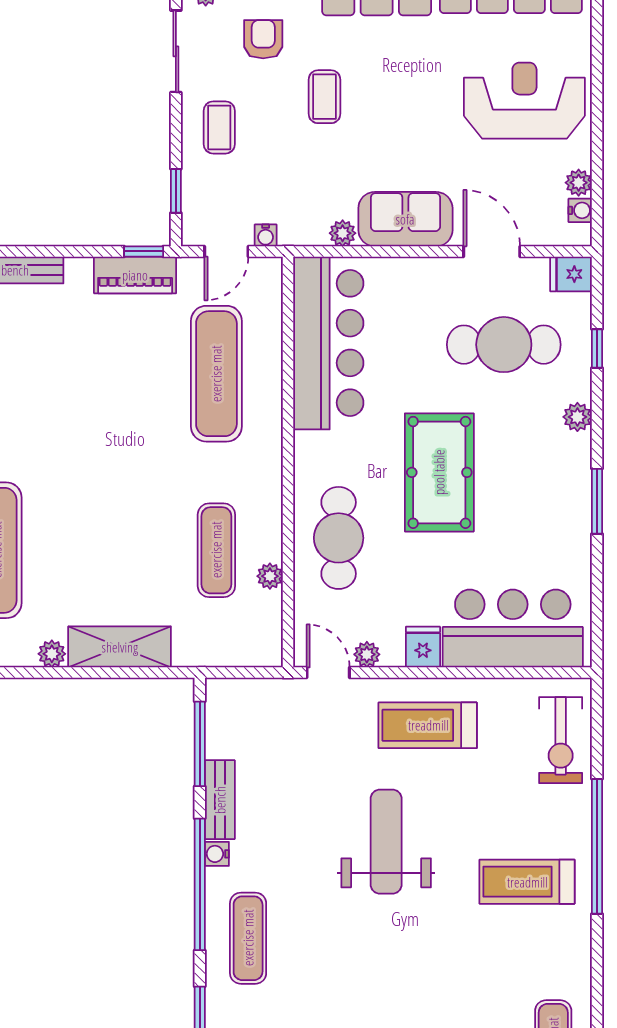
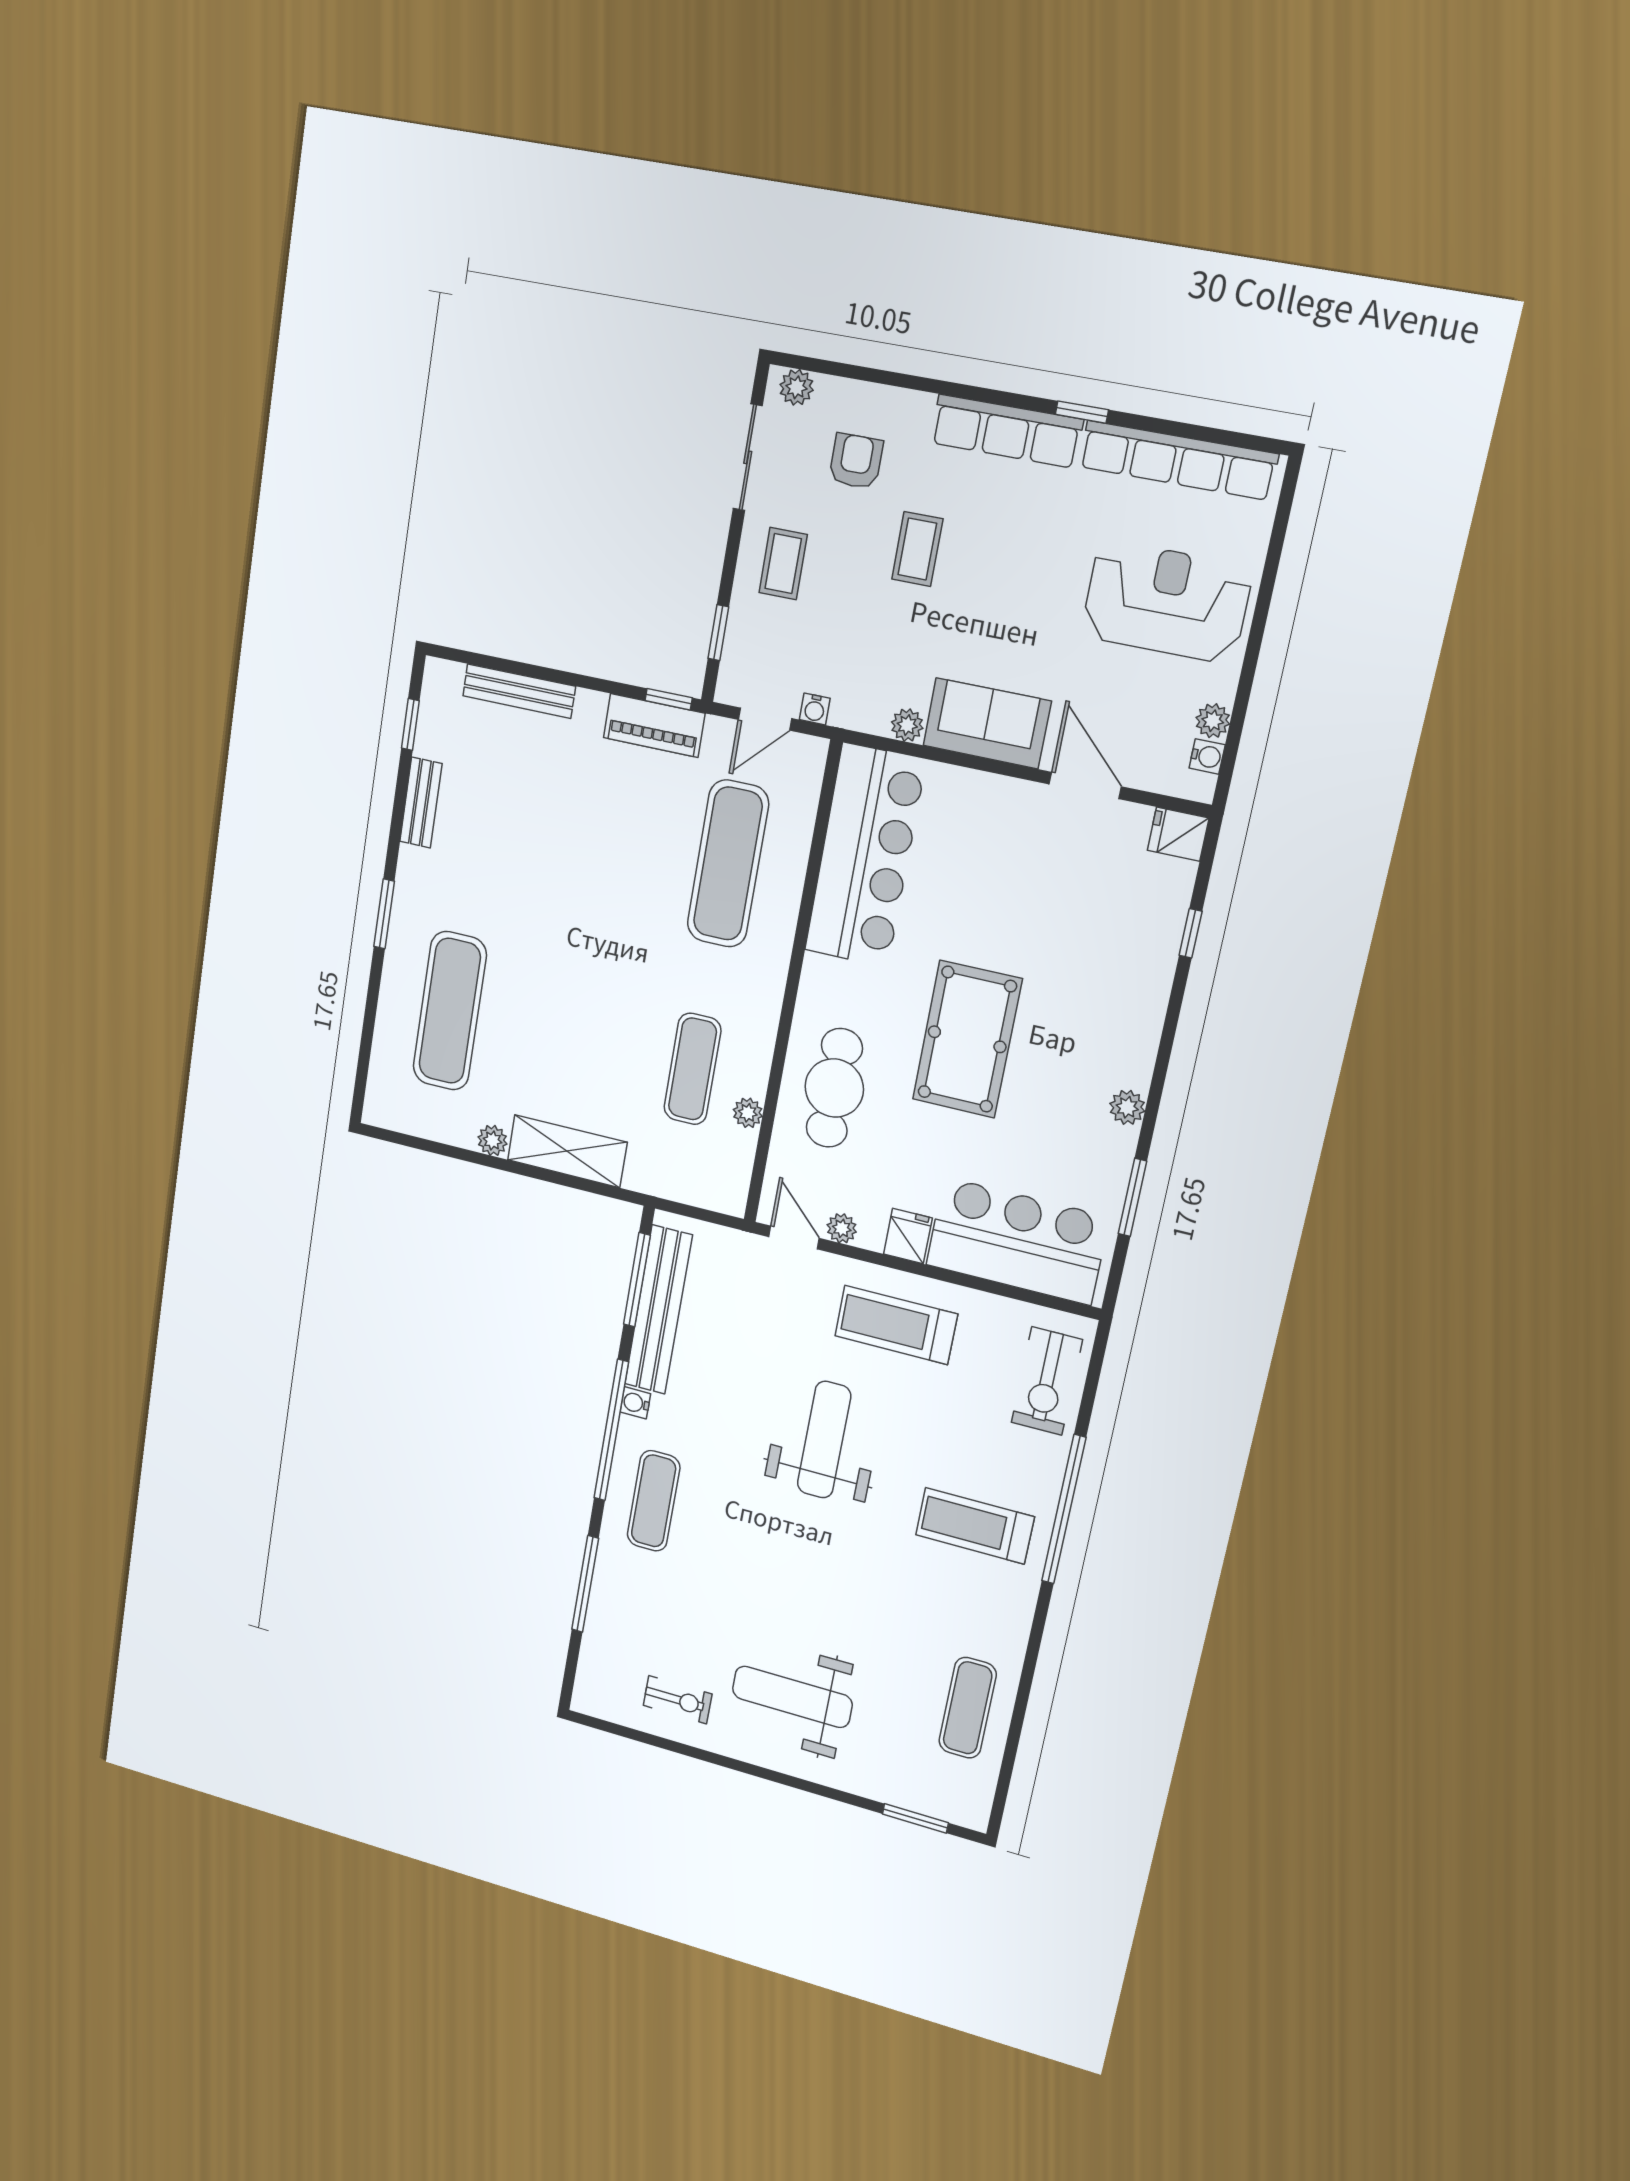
cafe table: (504, 345) -> (1076, 903), removed
plant: (577, 417) -> (1127, 1107), moved
window: (597, 501) -> (1132, 1197), moved
bench: (220, 800) -> (658, 1310), width x1.86, depth x1.21

